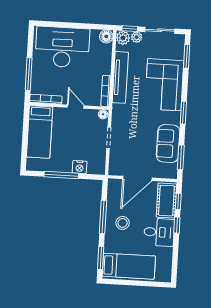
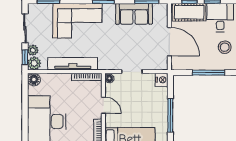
door: (76, 107) -> (103, 105), swing flipped
nightstand: (80, 167) -> (162, 80), moved
stool: (123, 223) -> (225, 47), moved

